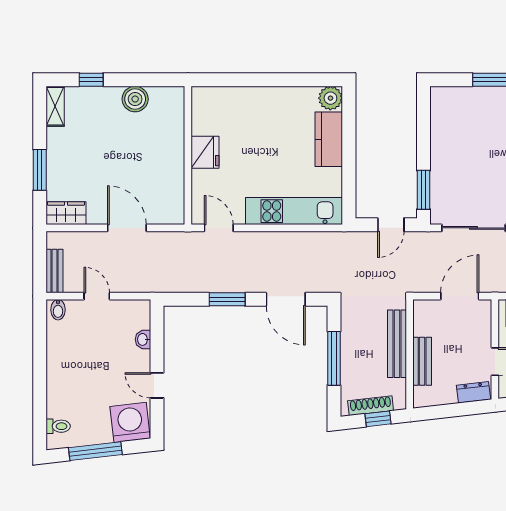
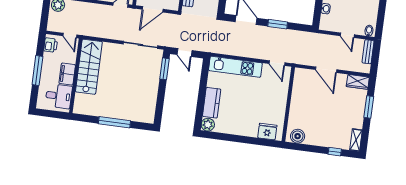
boiler: (135, 99) -> (298, 136), moved
fridge: (205, 152) -> (267, 132), moved, turned 90
door: (391, 225) -> (185, 52), swing flipped

